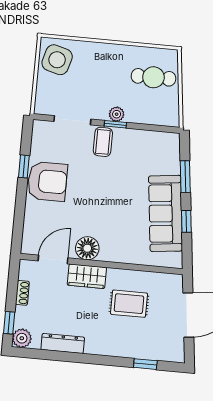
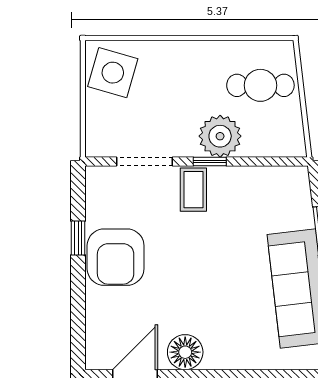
plant: (117, 114) -> (220, 136), width x1.87, depth x1.87
armchair: (47, 181) -> (116, 257), turned 90

